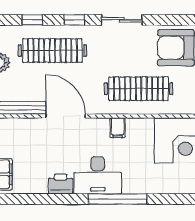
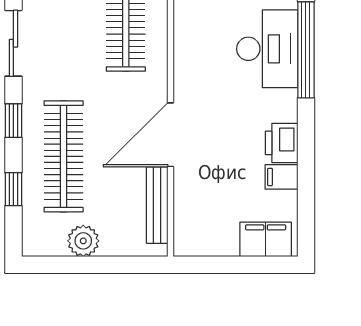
filing cabinet: (118, 128) -> (281, 177), moved, turned 180
desk: (98, 175) -> (267, 49), moved

